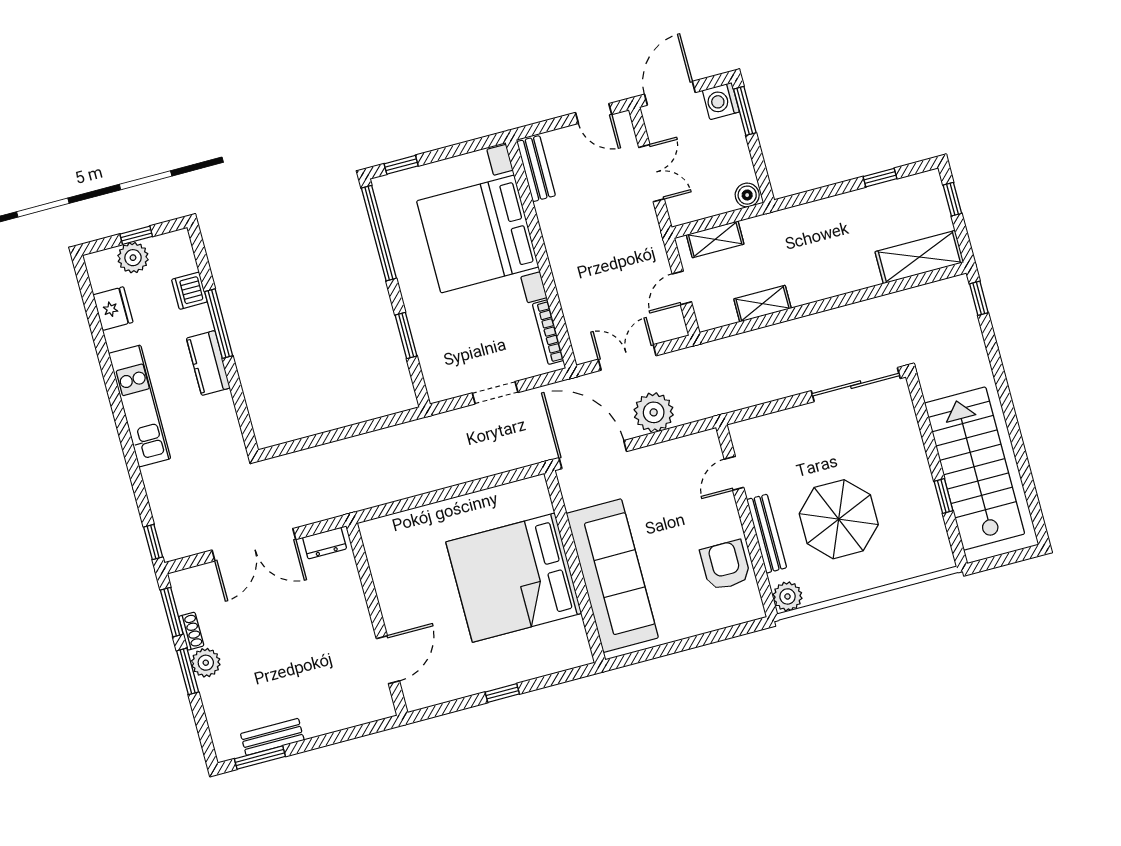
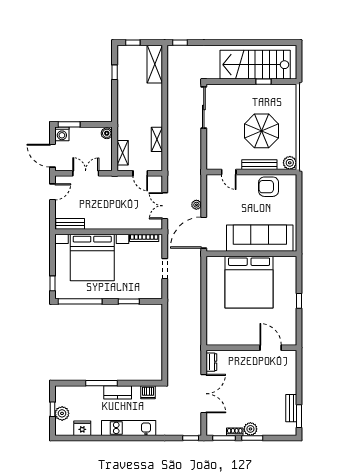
dishwasher: (189, 291) -> (148, 392), moved
plant: (654, 412) -> (196, 205), width x0.53, depth x0.53

